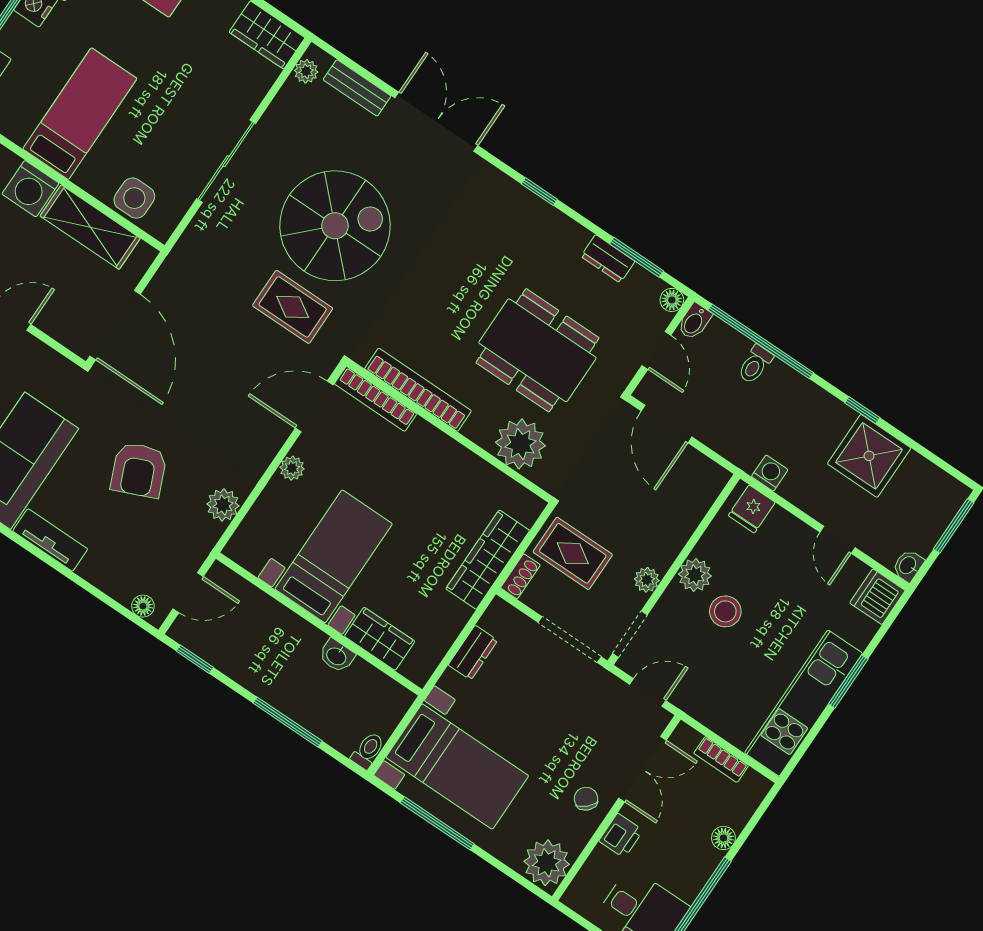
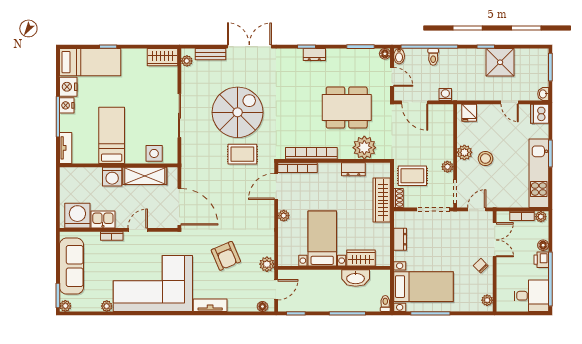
dresser: (608, 259) -> (314, 55), moved
dresser: (474, 470) -> (353, 169), added
washing machine: (770, 473) -> (445, 94), moved
plant: (223, 505) -> (267, 264), moved
washbasin: (337, 656) -> (356, 278), width x1.91, depth x1.45
plant: (754, 784) -> (541, 217), added
printer: (621, 836) -> (541, 260), moved, turned 180
plant: (547, 863) -> (487, 300), width x0.53, depth x0.53

